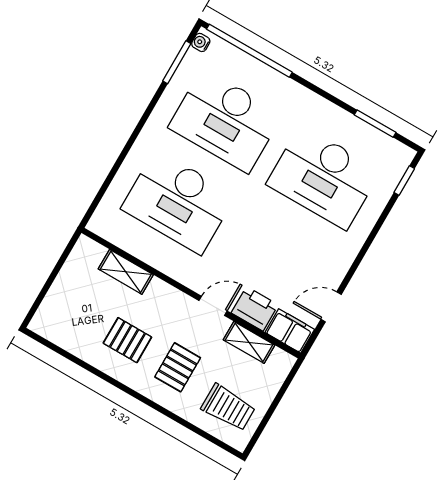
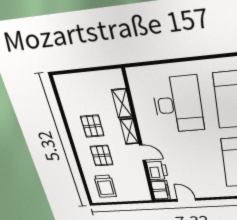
desk: (178, 202) -> (178, 105), turned 180
shelving: (249, 342) -> (129, 131), moved
pallet: (178, 367) -> (102, 156), turned 90

